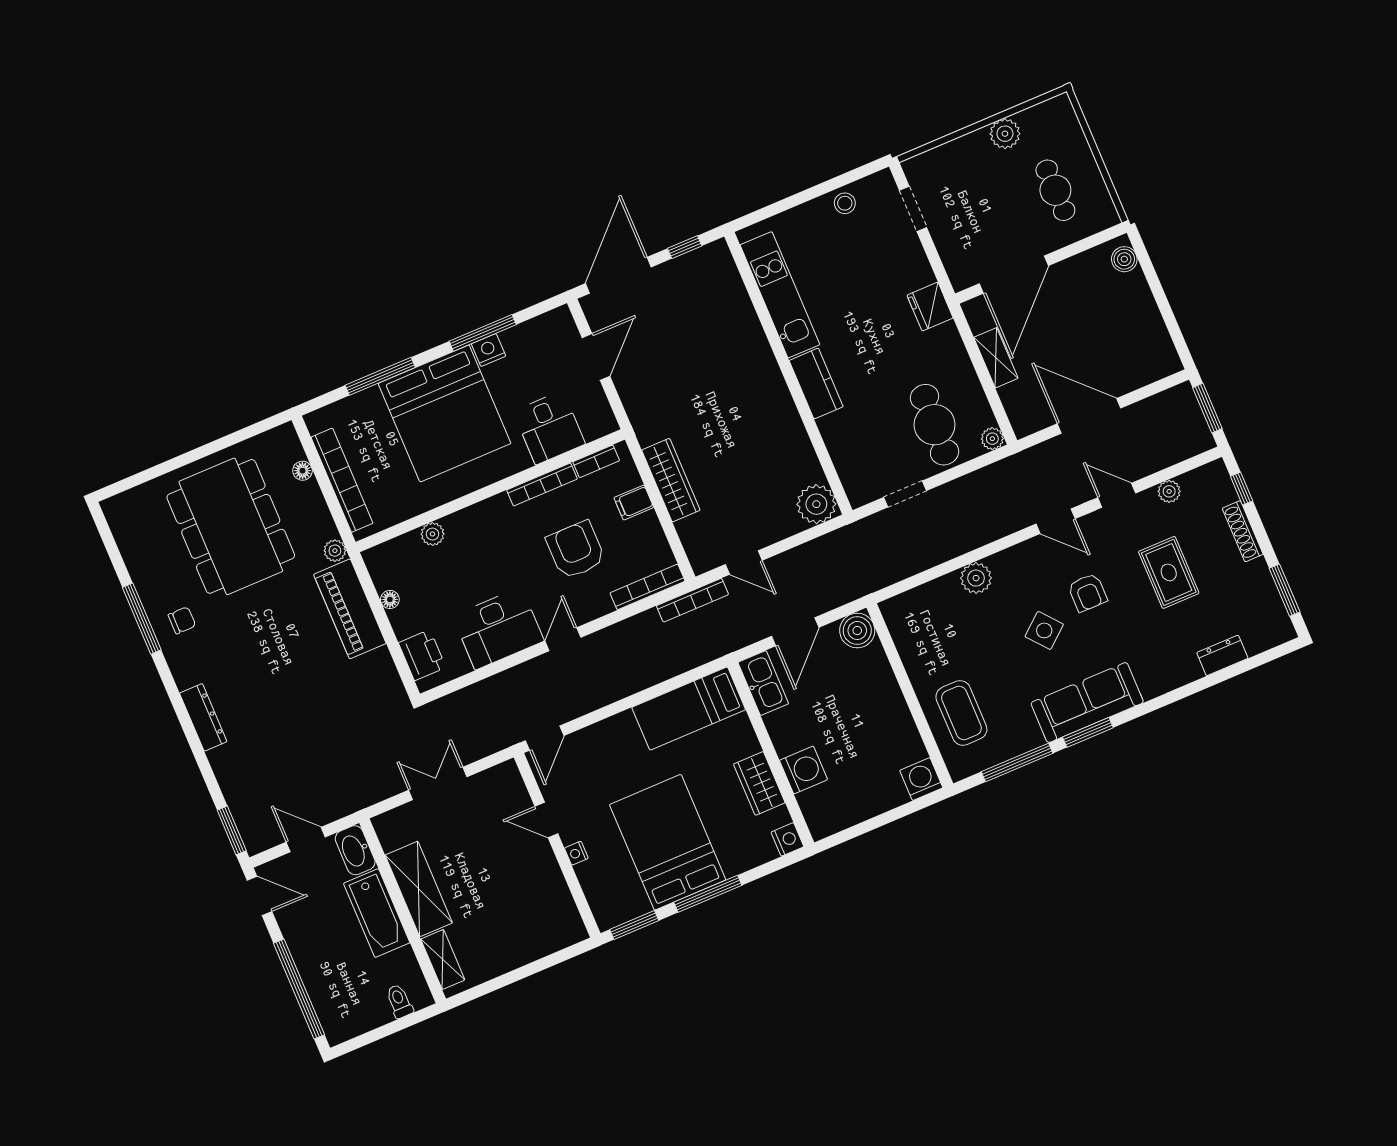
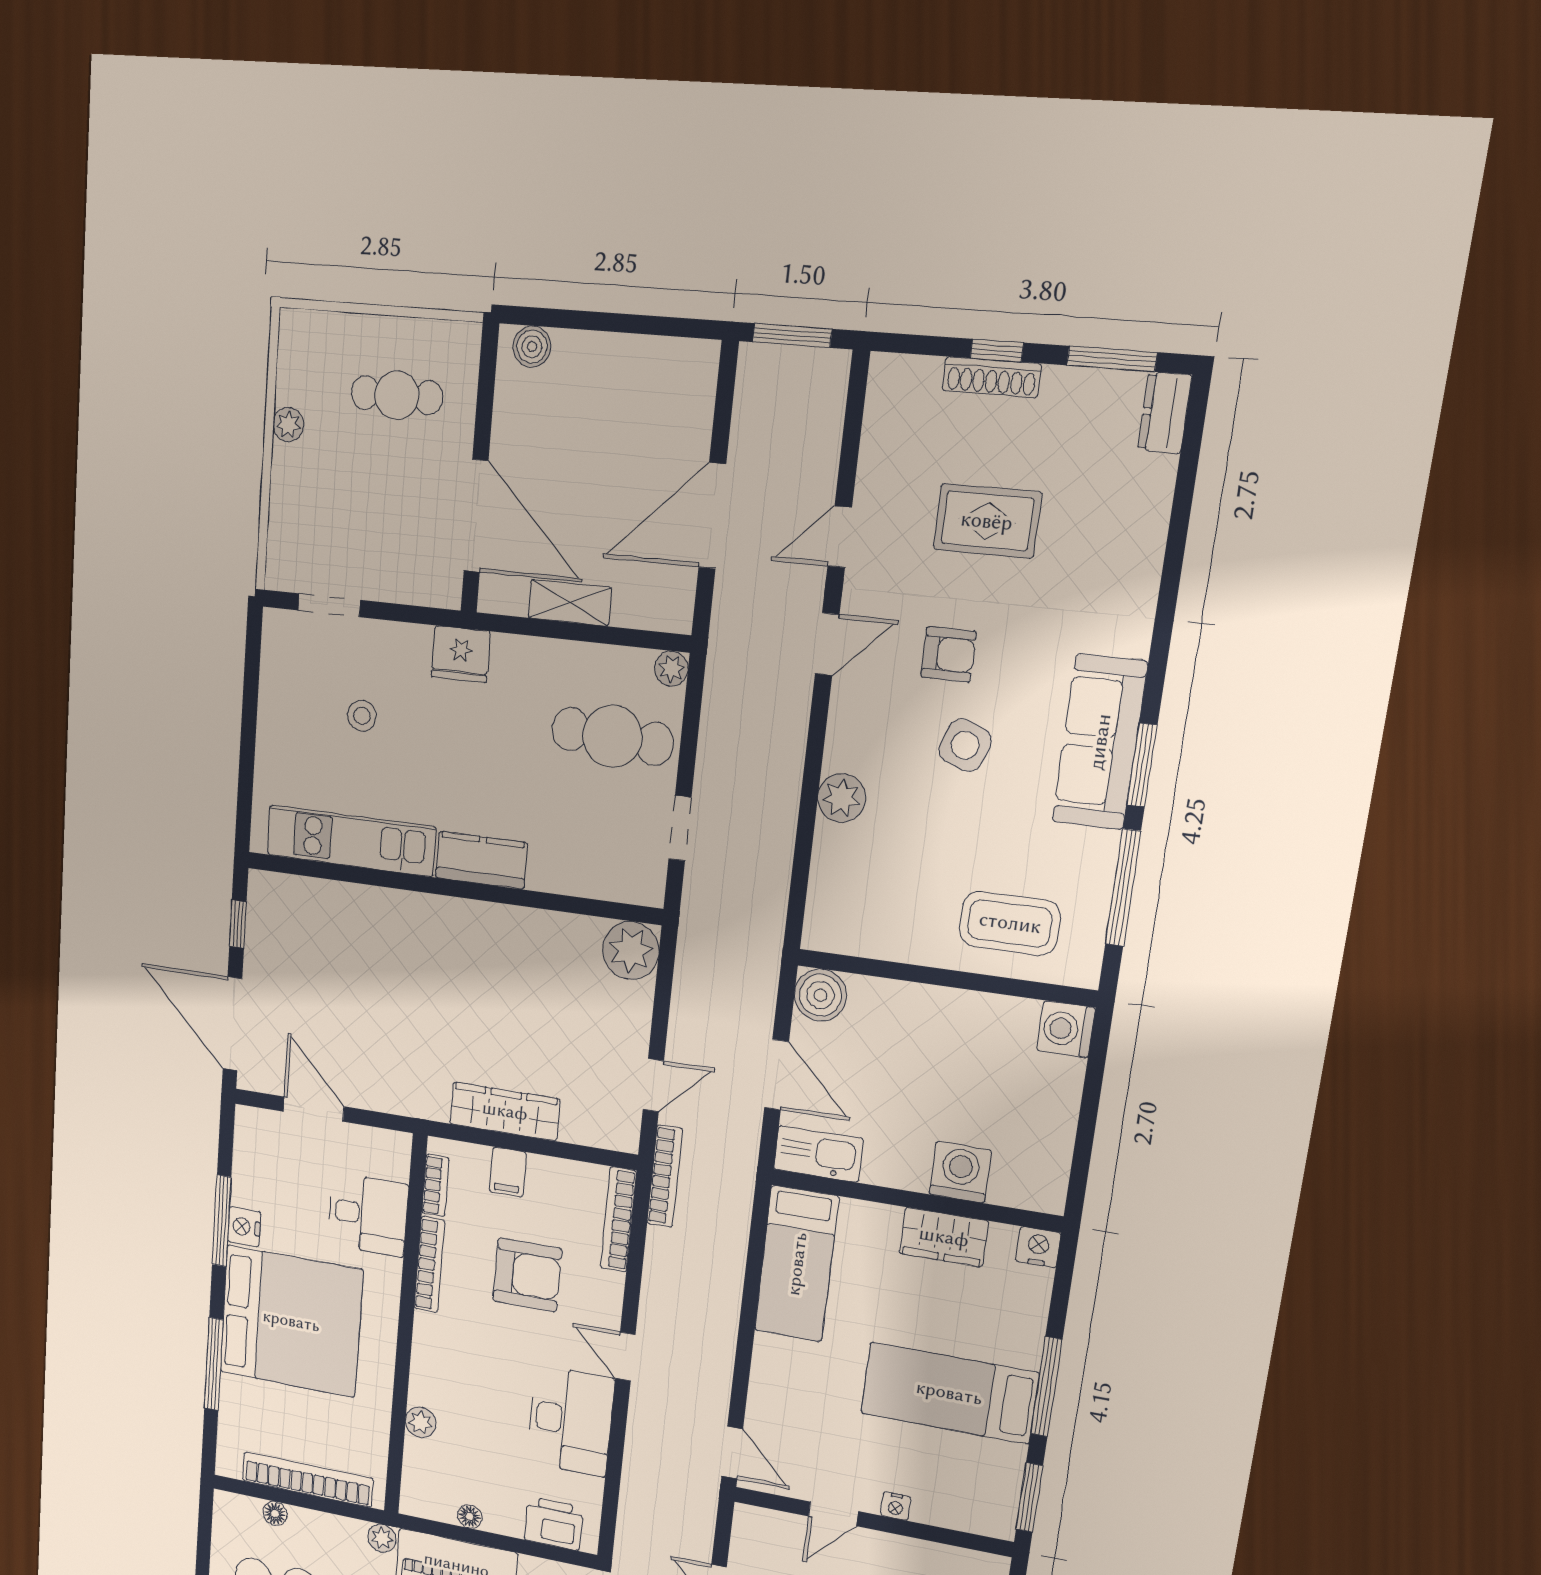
plant: (1005, 134) -> (288, 425), width x0.73, depth x0.73
stool: (845, 203) -> (362, 716), moved
window: (1242, 489) -> (997, 350), moved
plant: (1169, 491) -> (876, 457), removed
armchair: (576, 550) -> (527, 1275), turned 180
side table: (1044, 630) -> (965, 745), turned -30
dresser: (1222, 655) -> (1165, 413), moved
bed: (668, 842) -> (949, 1393), width x0.67

